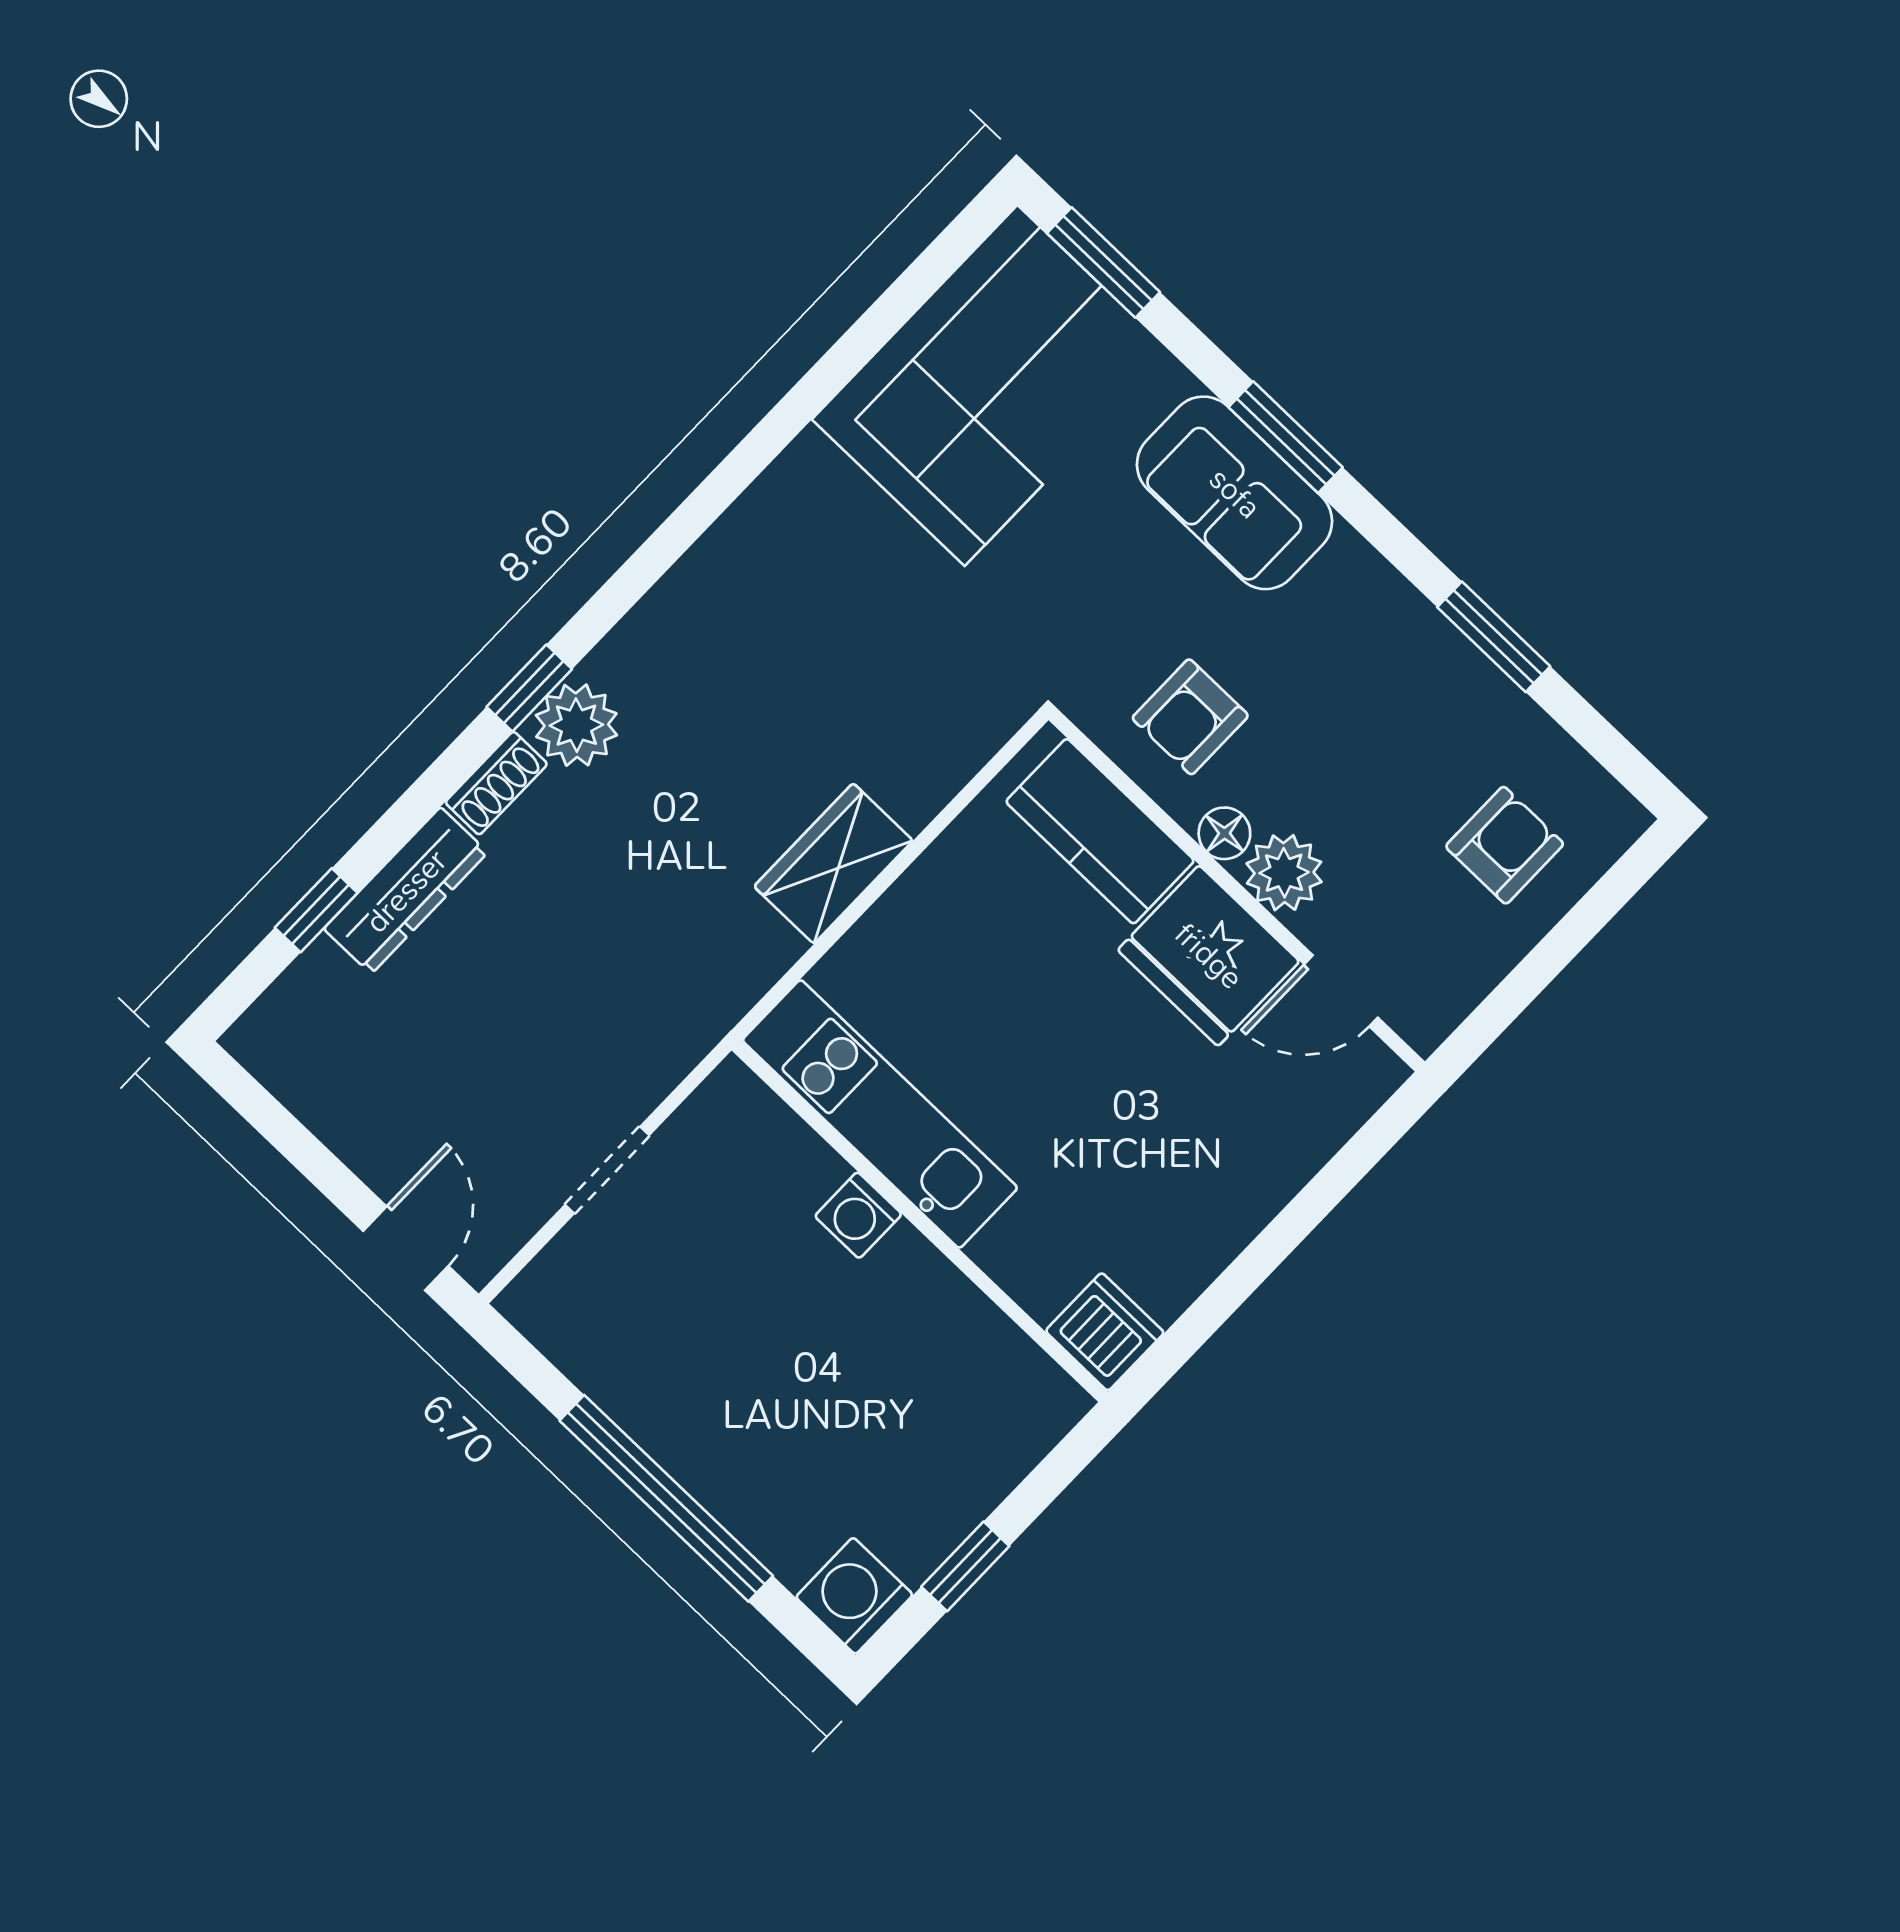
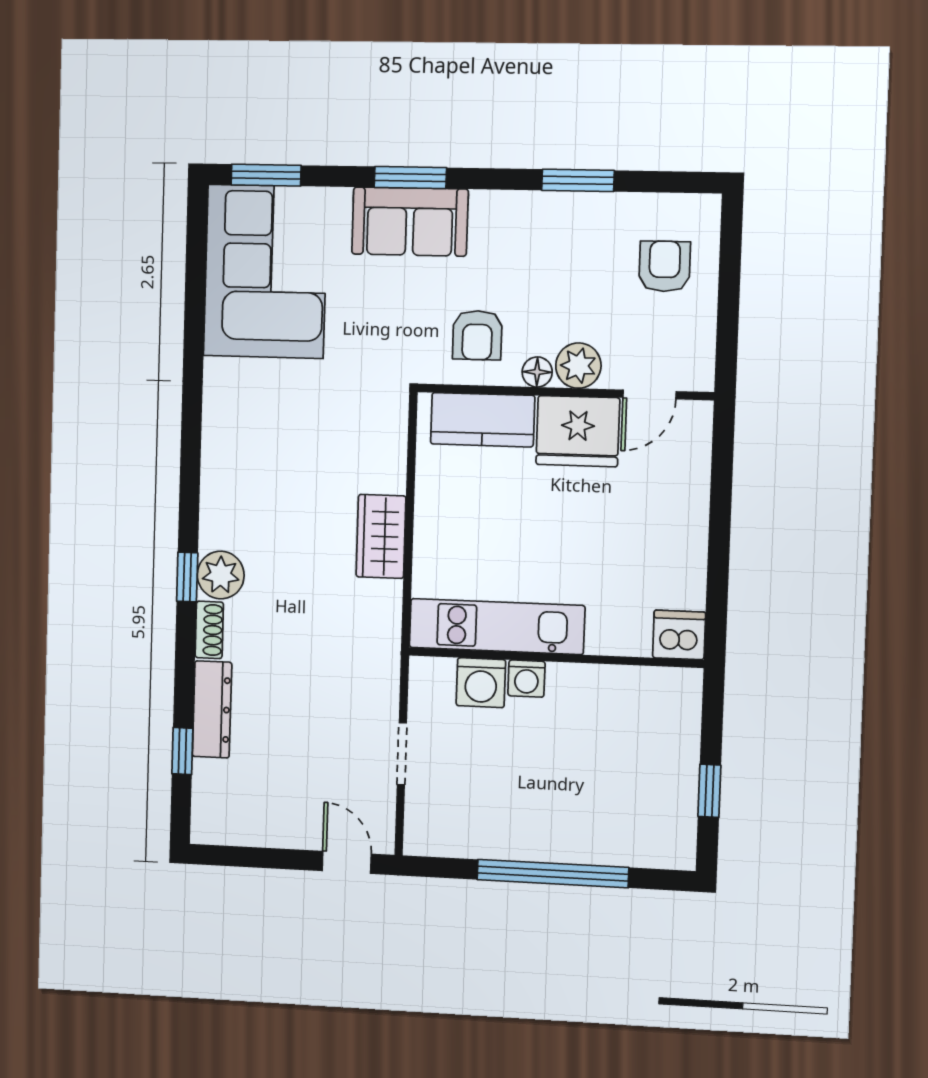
washing machine: (854, 1596) -> (481, 683), moved, turned -90

